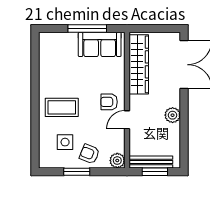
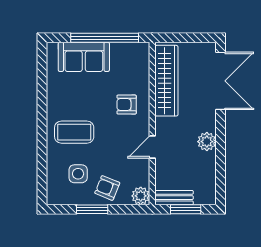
window: (87, 28) -> (105, 38), width x1.46
sofa: (100, 44) -> (84, 57), moved
armchair: (109, 102) -> (127, 105), moved
bench: (151, 162) -> (174, 198), width x0.73

